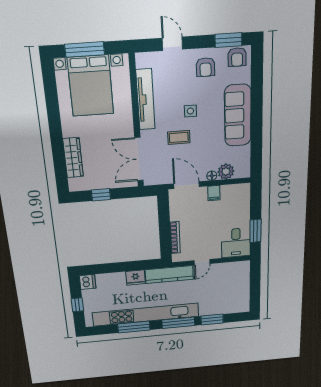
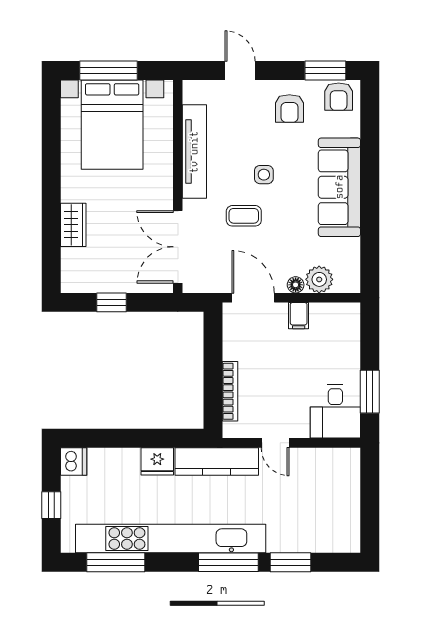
wardrobe: (73, 158) -> (73, 225), width x0.67
door: (202, 262) -> (275, 443), hinge flipped
window: (134, 327) -> (116, 562), moved

